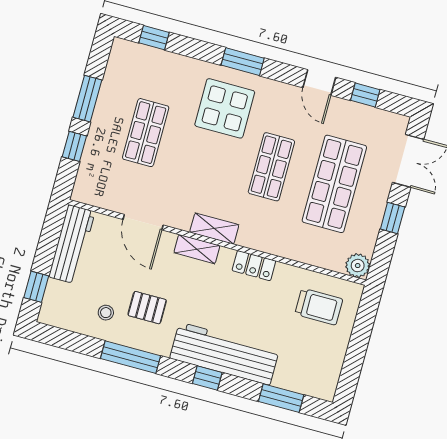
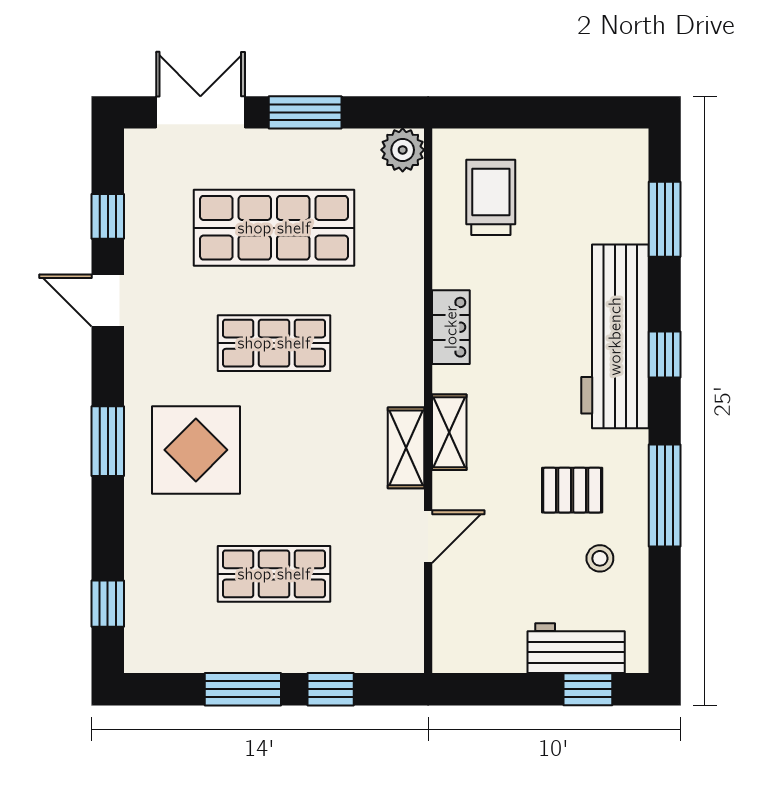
door: (319, 82) -> (108, 301), swing flipped
window: (393, 218) -> (305, 112), width x1.50
door: (143, 222) -> (428, 537), width x0.73
shelving: (214, 229) -> (406, 448), moved
workbench: (72, 244) -> (576, 648), moved, width x0.73
pallet: (147, 308) -> (572, 490), turned 90

